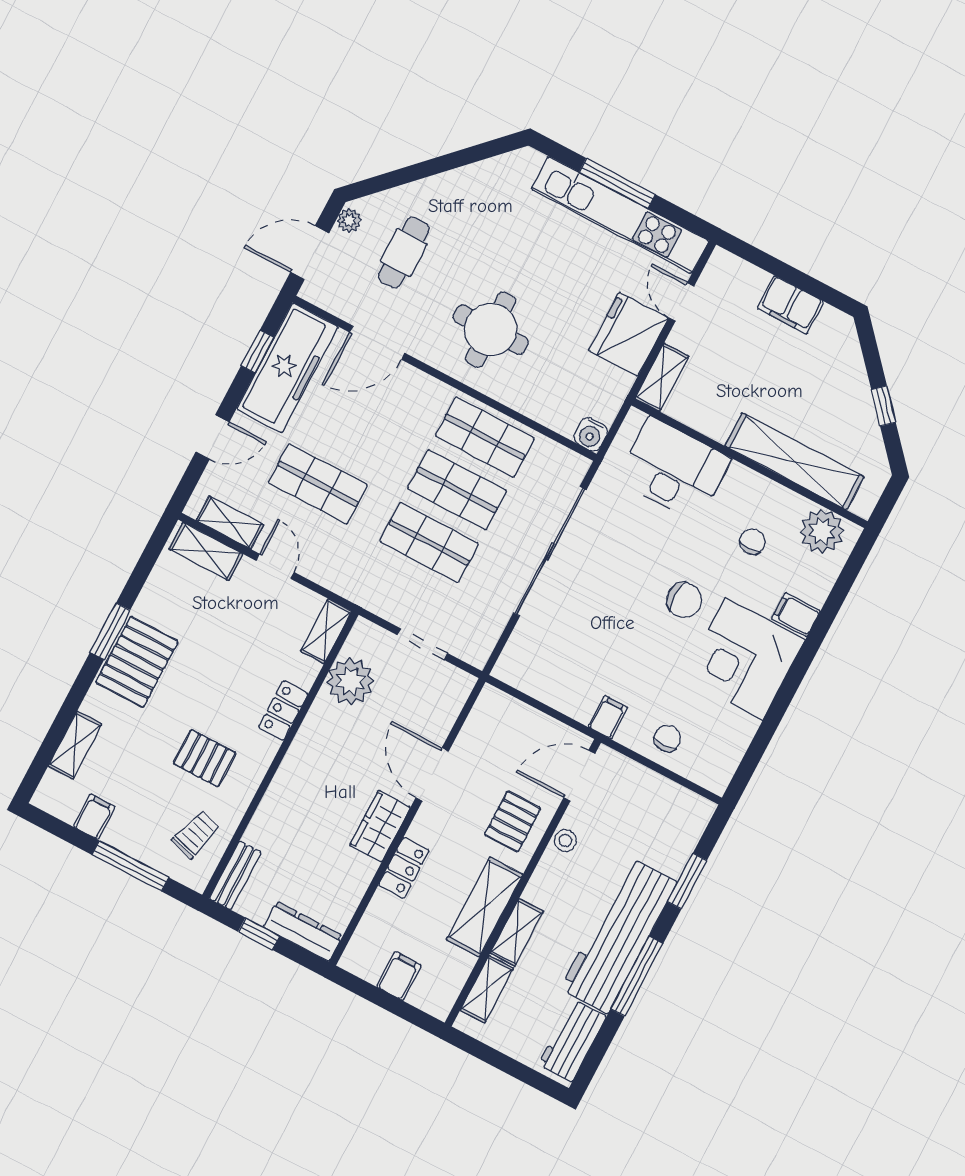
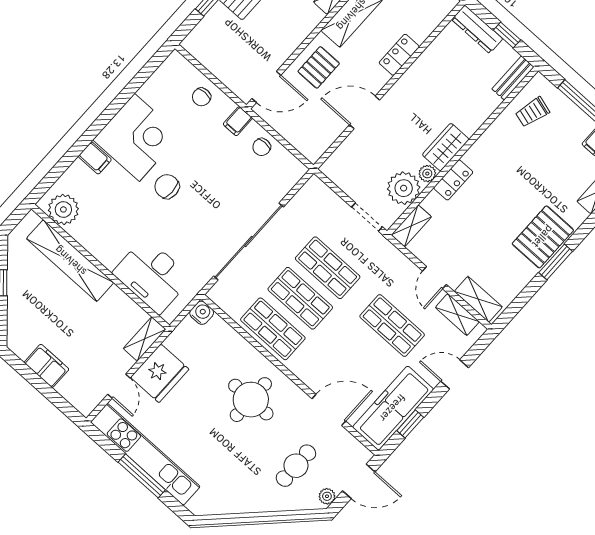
chair: (752, 542) -> (262, 147), moved
doorway: (422, 644) -> (367, 217), moved
plant: (322, 710) -> (427, 174), added
pallet: (205, 758) -> (514, 161), removed
door: (432, 774) -> (365, 112), swing flipped
wardrobe: (380, 826) -> (446, 147), moved, turned 180
stool: (565, 841) -> (287, 46), removed

